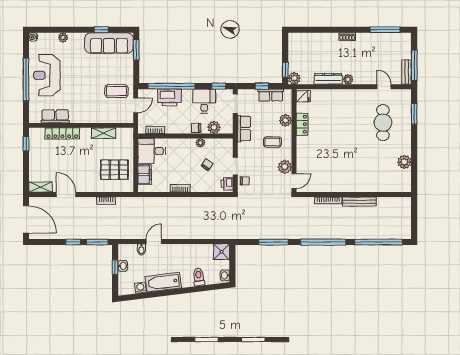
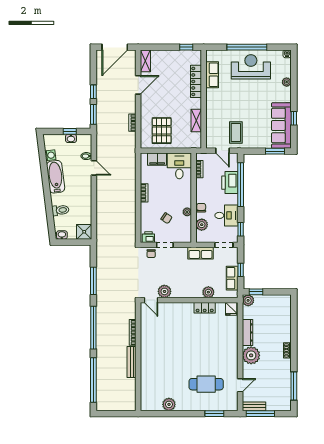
plant: (348, 79) -> (251, 355), width x1.88, depth x1.88
coffee table: (272, 142) -> (188, 280), removed

